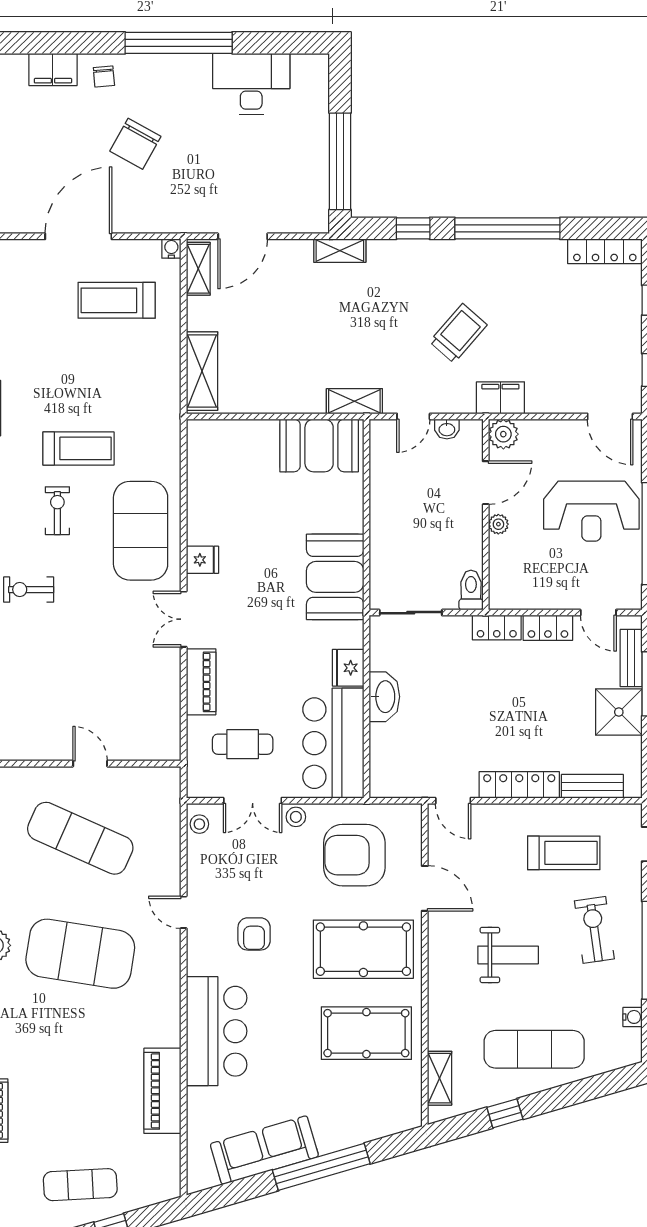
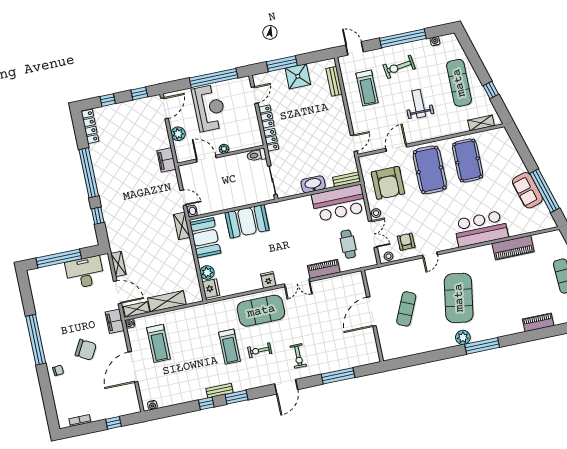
filing cabinet: (53, 69) -> (115, 321), moved, turned 180
desk: (251, 84) -> (85, 272), moved, turned 90
window: (340, 161) -> (59, 258), moved
door: (78, 236) -> (133, 367), hinge flipped
shelving: (340, 251) -> (118, 264), moved
trolley: (458, 333) -> (141, 185), removed
shelving: (202, 371) -> (167, 301), moved
washbasin: (447, 429) -> (192, 211), moved
plant: (245, 434) -> (207, 272), added
plant: (503, 434) -> (178, 134), moved
treadmill: (78, 448) -> (229, 347), turned 180
booth: (335, 577) -> (247, 221), moved
bench: (631, 658) -> (347, 179), moved
fridge: (348, 668) -> (211, 288), moved, turned -90
door: (90, 764) -> (371, 311), width x1.88
locker: (519, 785) -> (340, 115), removed
exercise mat: (80, 838) -> (406, 309), width x0.73, depth x0.69
treadmill: (564, 853) -> (367, 88), turned 180
armchair: (254, 934) -> (406, 242), moved, turned -91
sofa: (264, 1150) -> (527, 190), width x0.73
window: (321, 1167) -> (545, 191), moved

